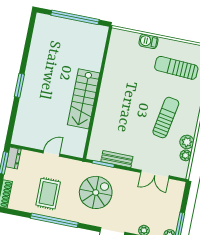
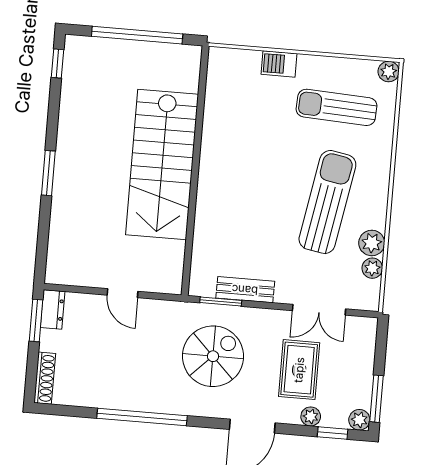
window: (31, 28) -> (58, 64), added
stairs: (84, 99) -> (162, 165), width x1.36, depth x1.51
sun lounger: (166, 118) -> (327, 202), width x1.36, depth x1.34
door: (51, 154) -> (122, 293), swing flipped
rug: (48, 194) -> (299, 370), moved

